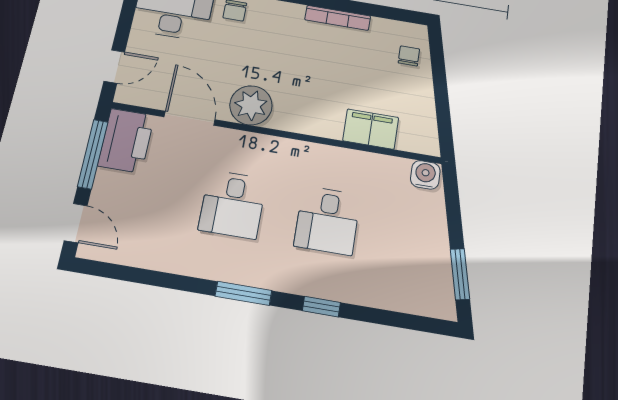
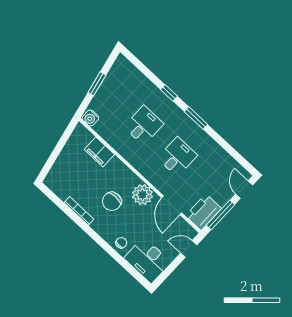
chair: (409, 56) -> (112, 201), moved, width x1.87, depth x1.87
window: (460, 274) -> (97, 84), moved

